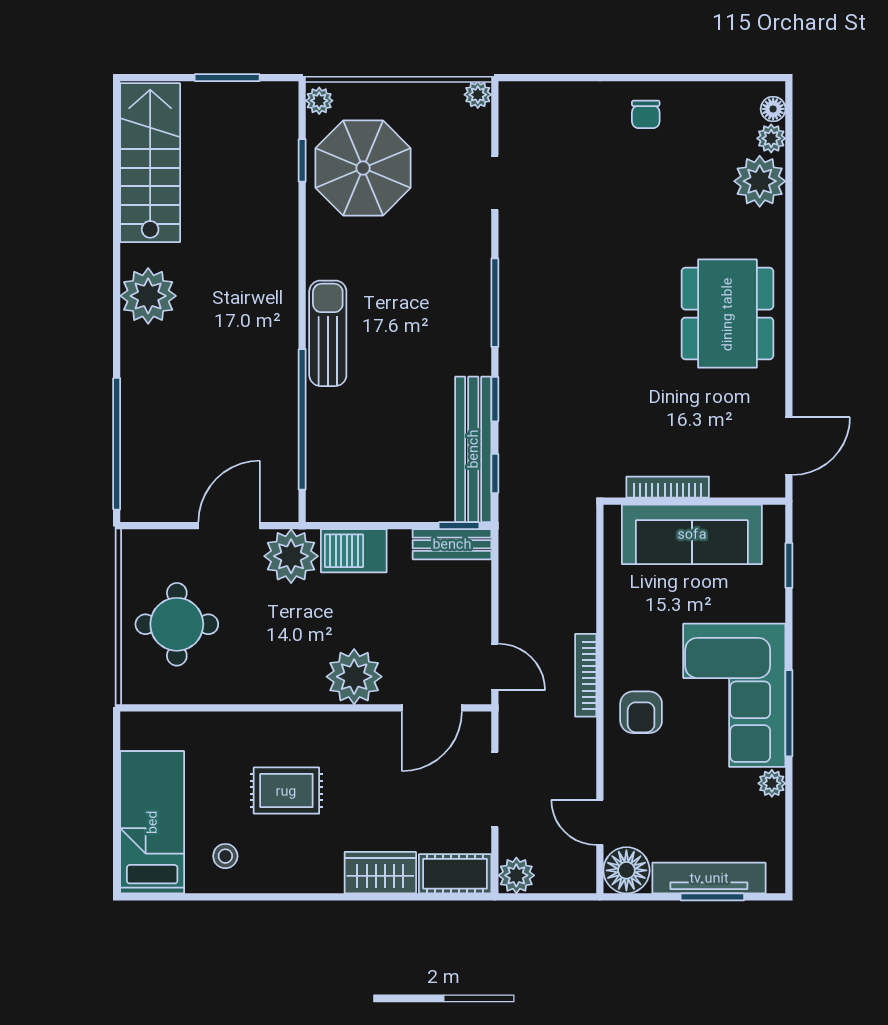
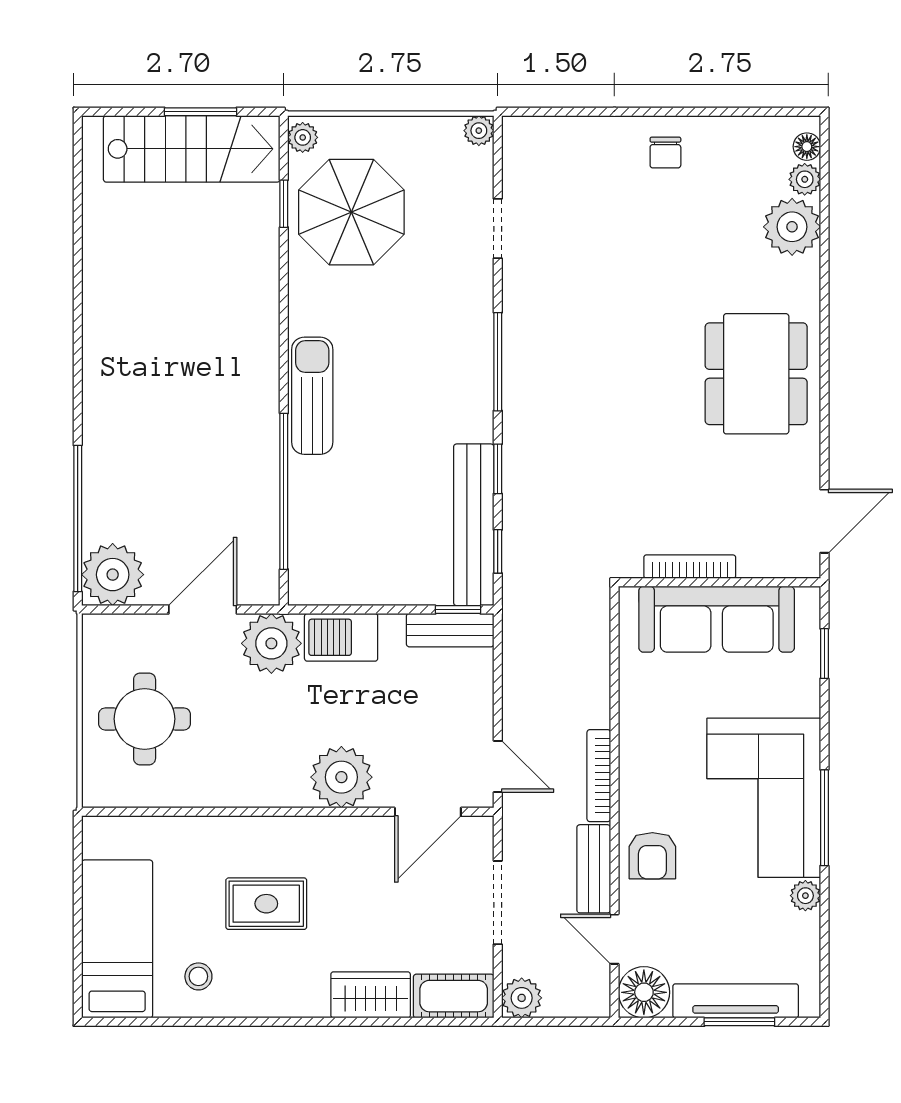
stairs: (150, 163) -> (192, 149), moved, turned 90
plant: (148, 296) -> (113, 575), moved
armchair: (641, 712) -> (652, 856), moved
bench: (581, 759) -> (594, 869), added

